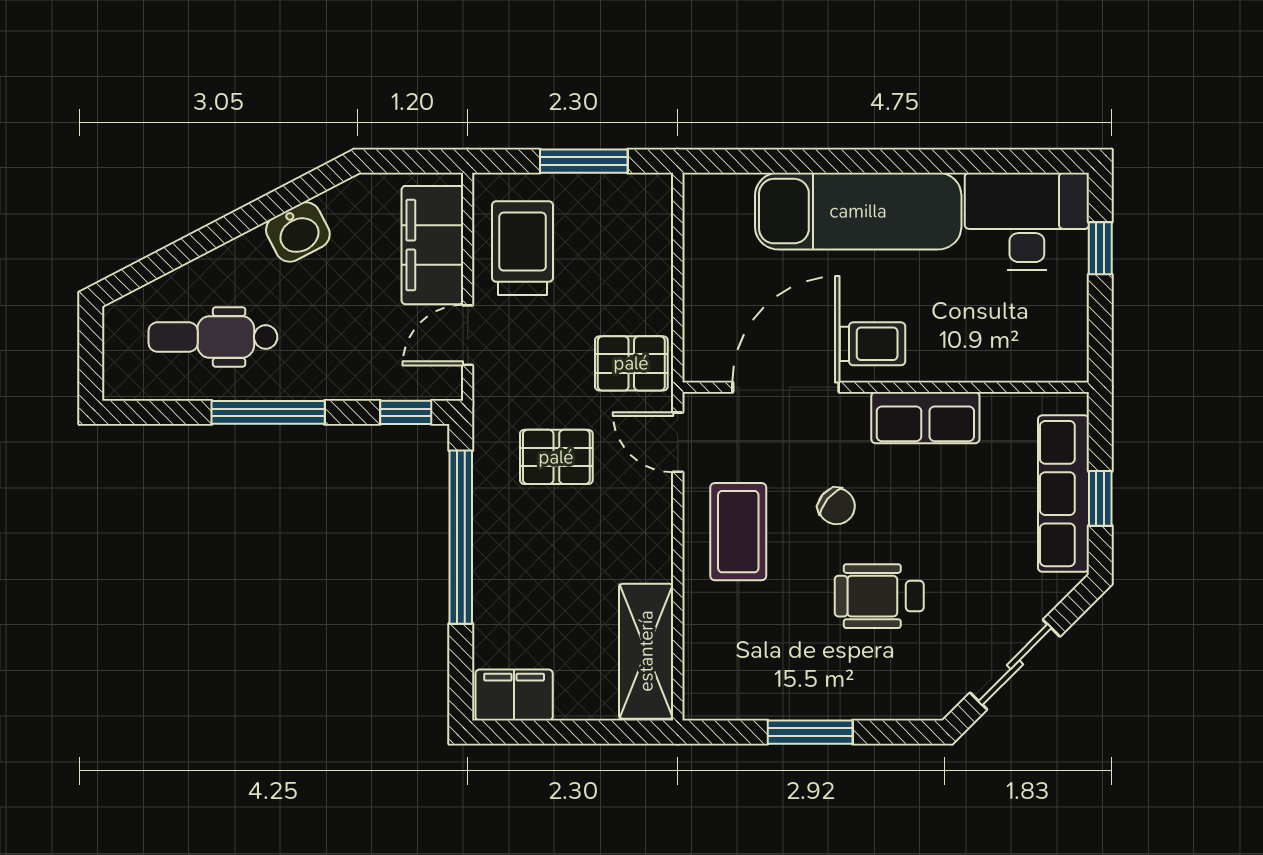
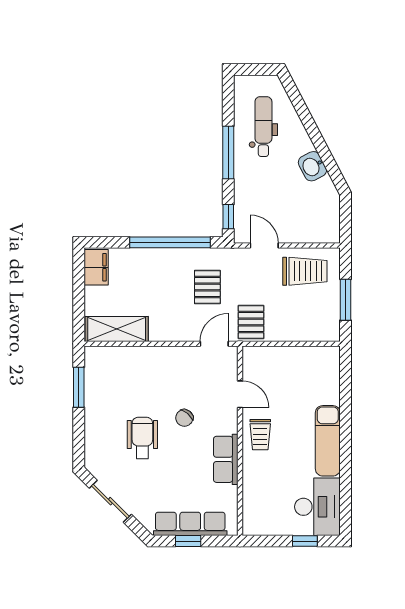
exam couch: (858, 211) -> (328, 441), width x0.73, depth x0.69
filing cabinet: (432, 245) -> (306, 229), removed
door: (786, 387) -> (240, 394), width x0.53
coffee table: (738, 532) -> (172, 372), removed
window: (810, 732) -> (79, 387), moved

